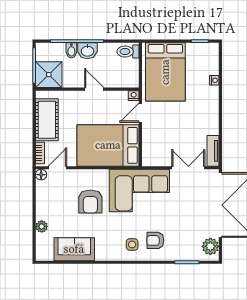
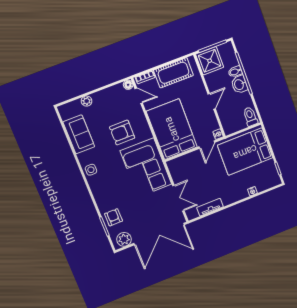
door: (140, 113) -> (207, 145), swing flipped
tv unit: (213, 151) -> (210, 207), moved
armchair: (155, 240) -> (113, 217), moved
side table: (132, 244) -> (91, 170), moved

